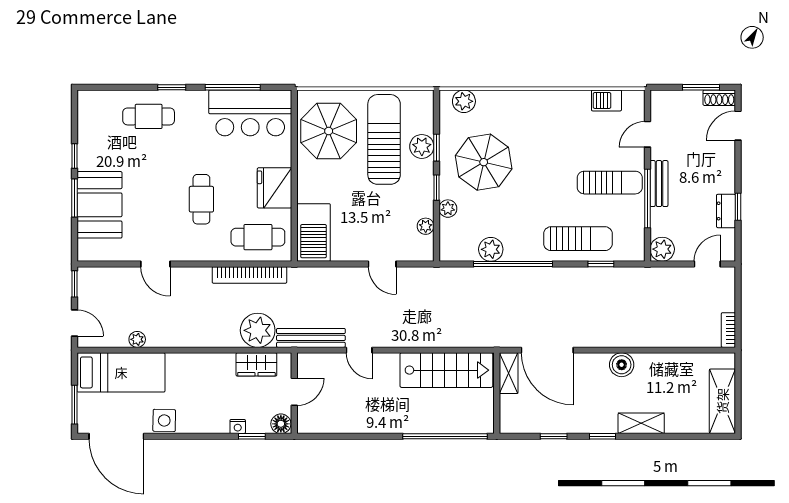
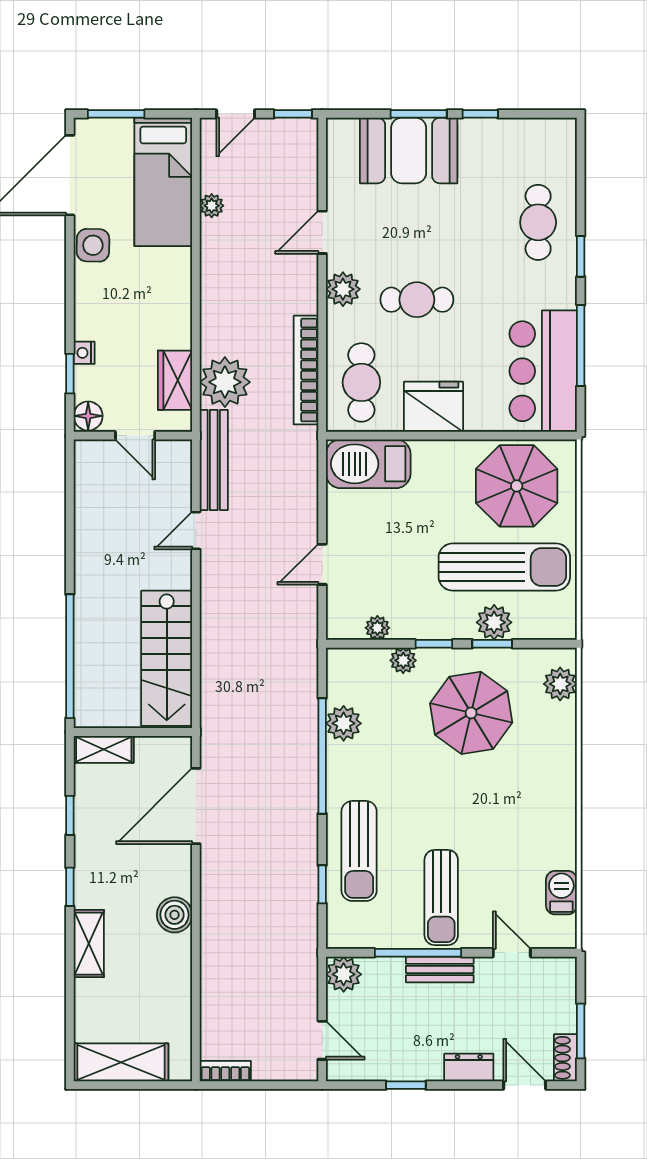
dresser: (726, 211) -> (469, 1068), moved
plant: (194, 250) -> (343, 289), added
shelving: (509, 373) -> (104, 749), moved

